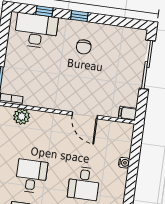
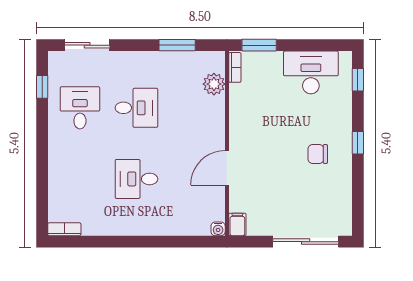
window: (44, 11) -> (358, 80), moved
desk: (36, 31) -> (311, 72), moved, turned -90
water cooler: (124, 163) -> (218, 229), moved

